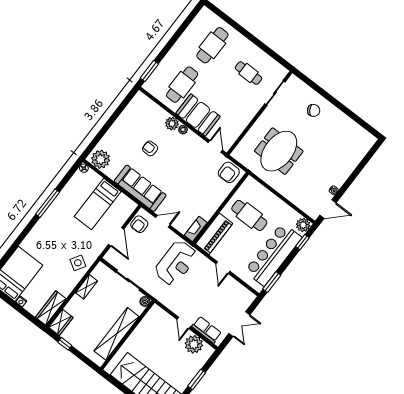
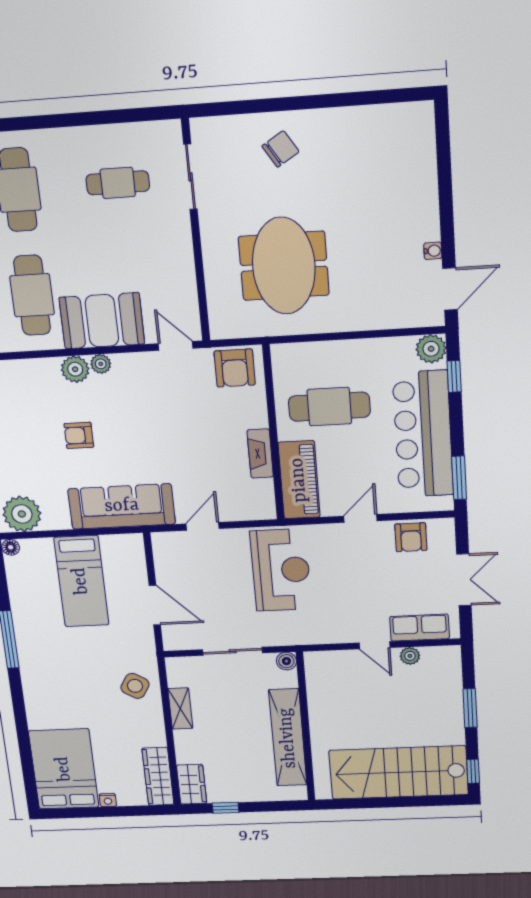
armchair: (139, 224) -> (411, 537), moved
fireplace: (196, 229) -> (260, 454), moved
door: (223, 268) -> (360, 518), swing flipped
plant: (194, 344) -> (410, 656), width x0.53, depth x0.53

